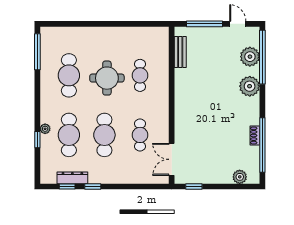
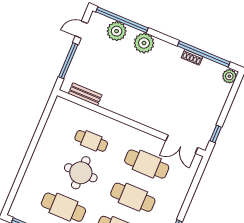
cafe table: (140, 135) -> (147, 164), width x1.37, depth x1.35
plant: (240, 177) -> (229, 76), moved

